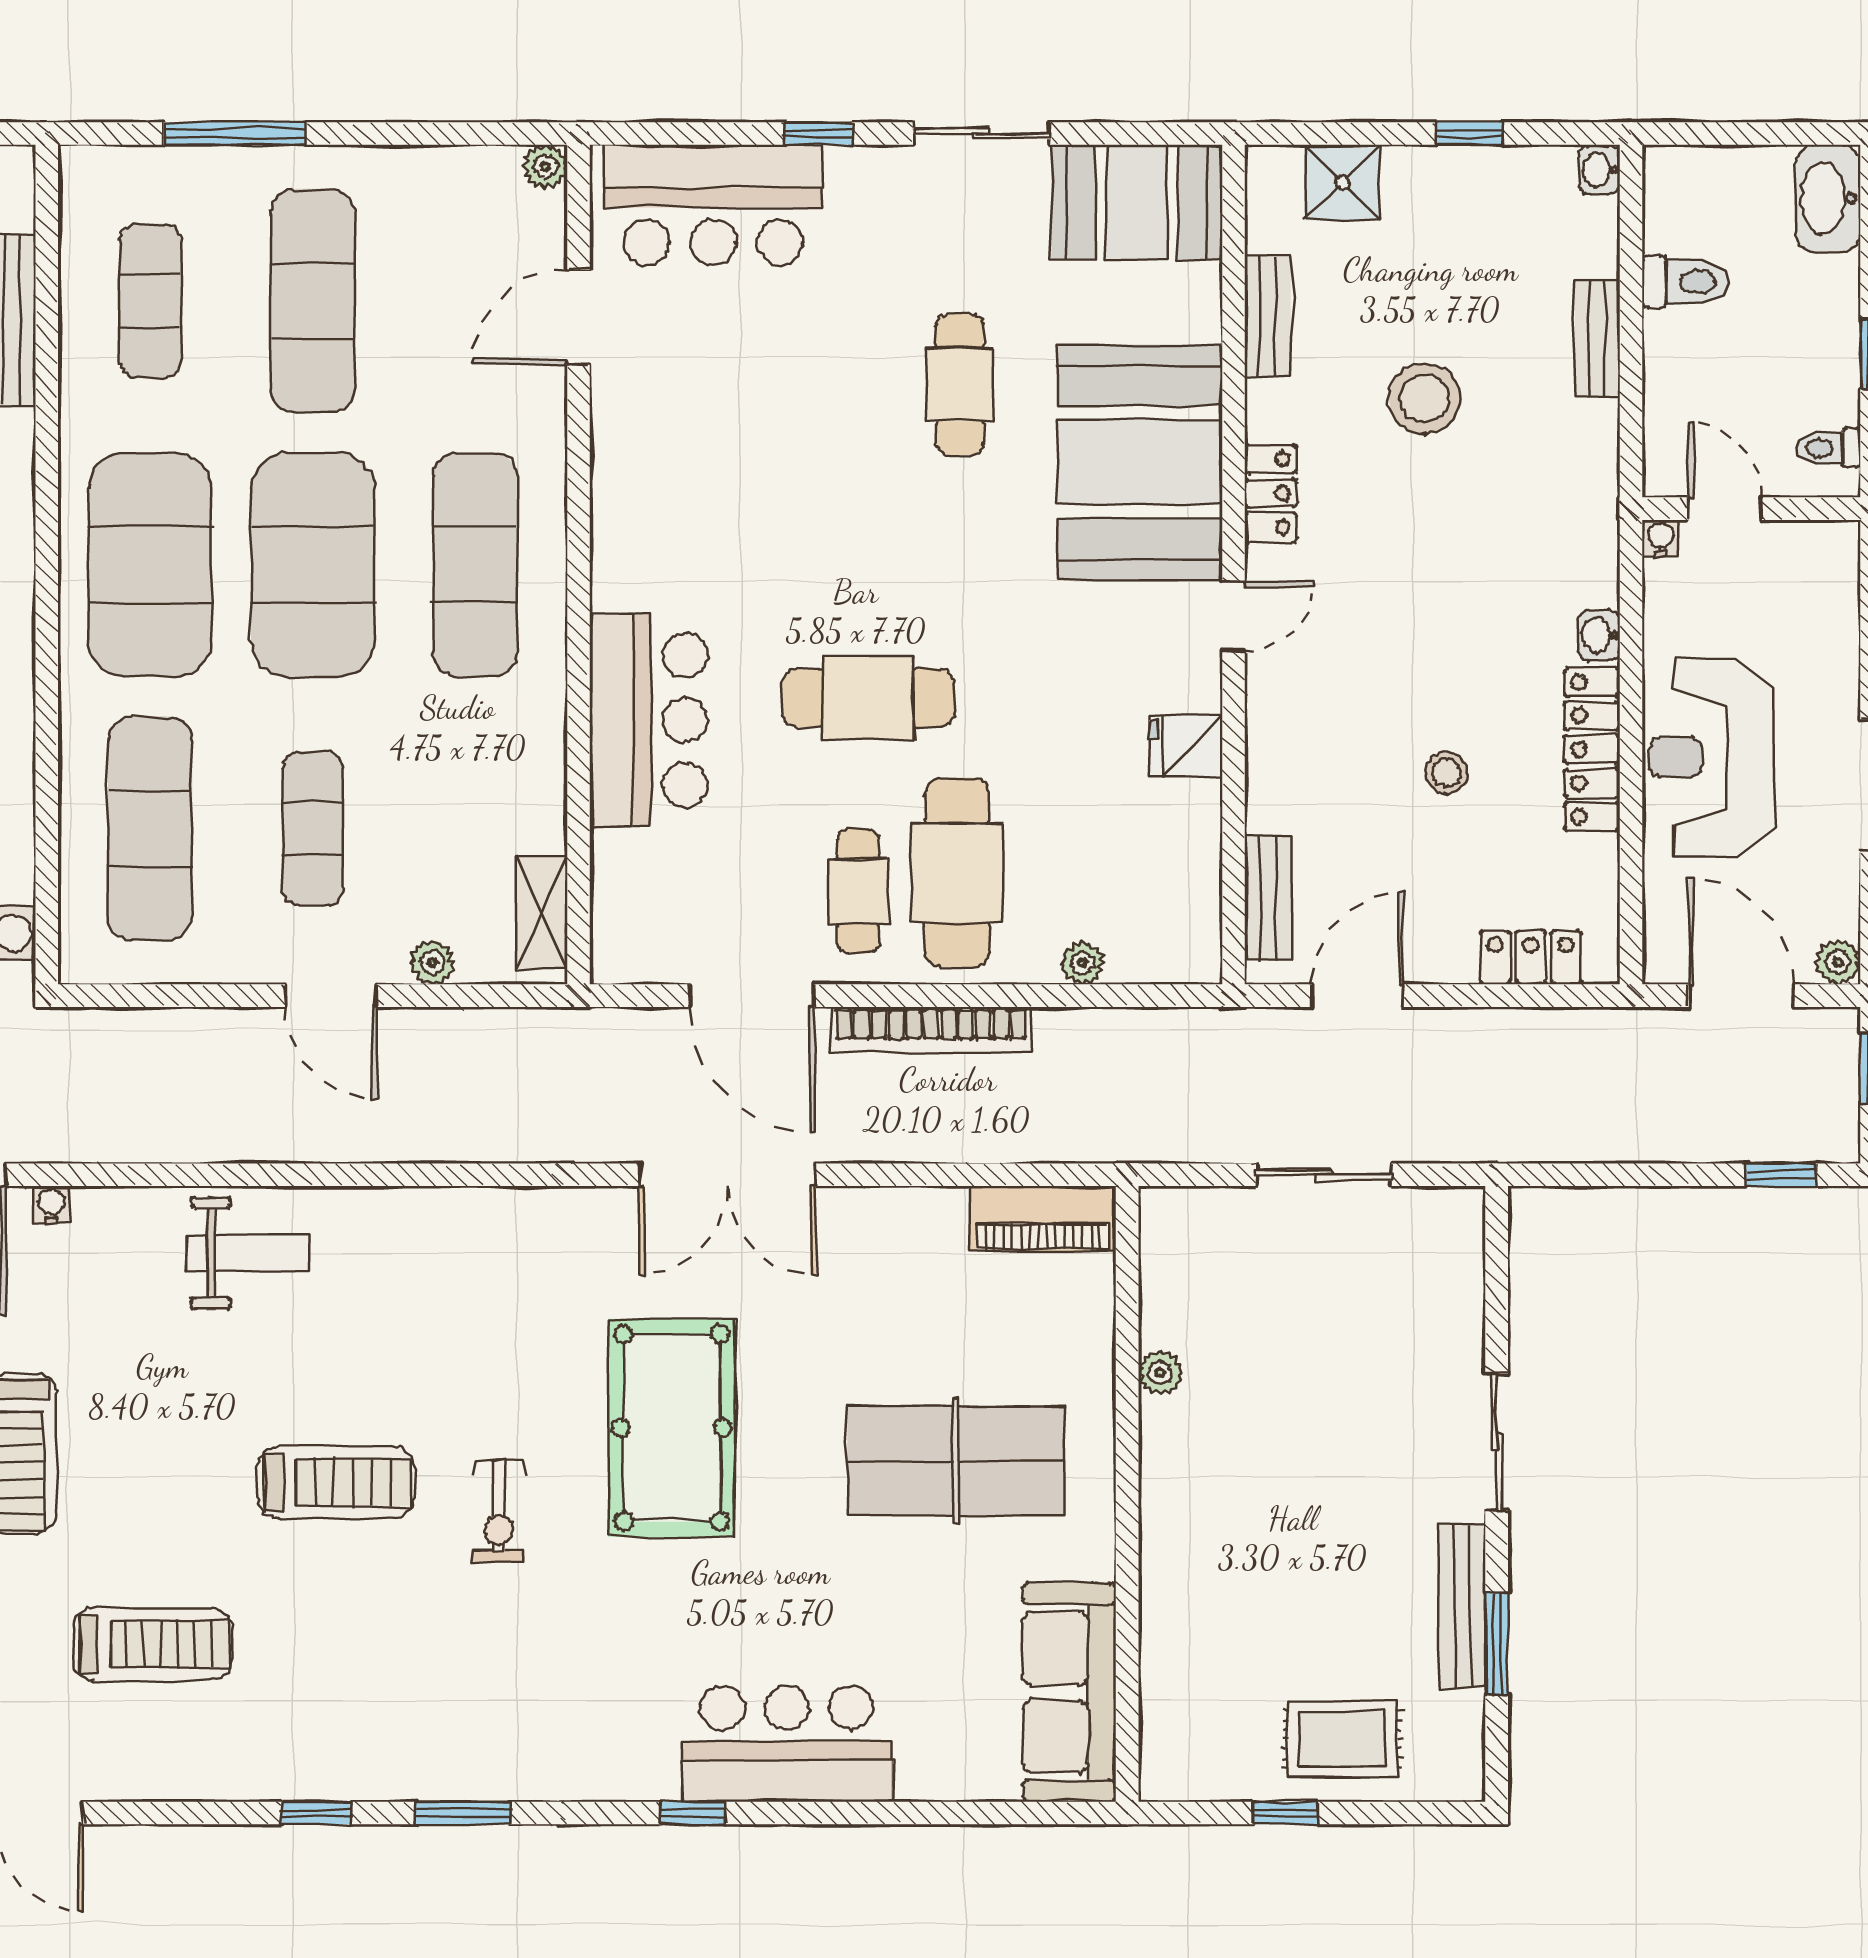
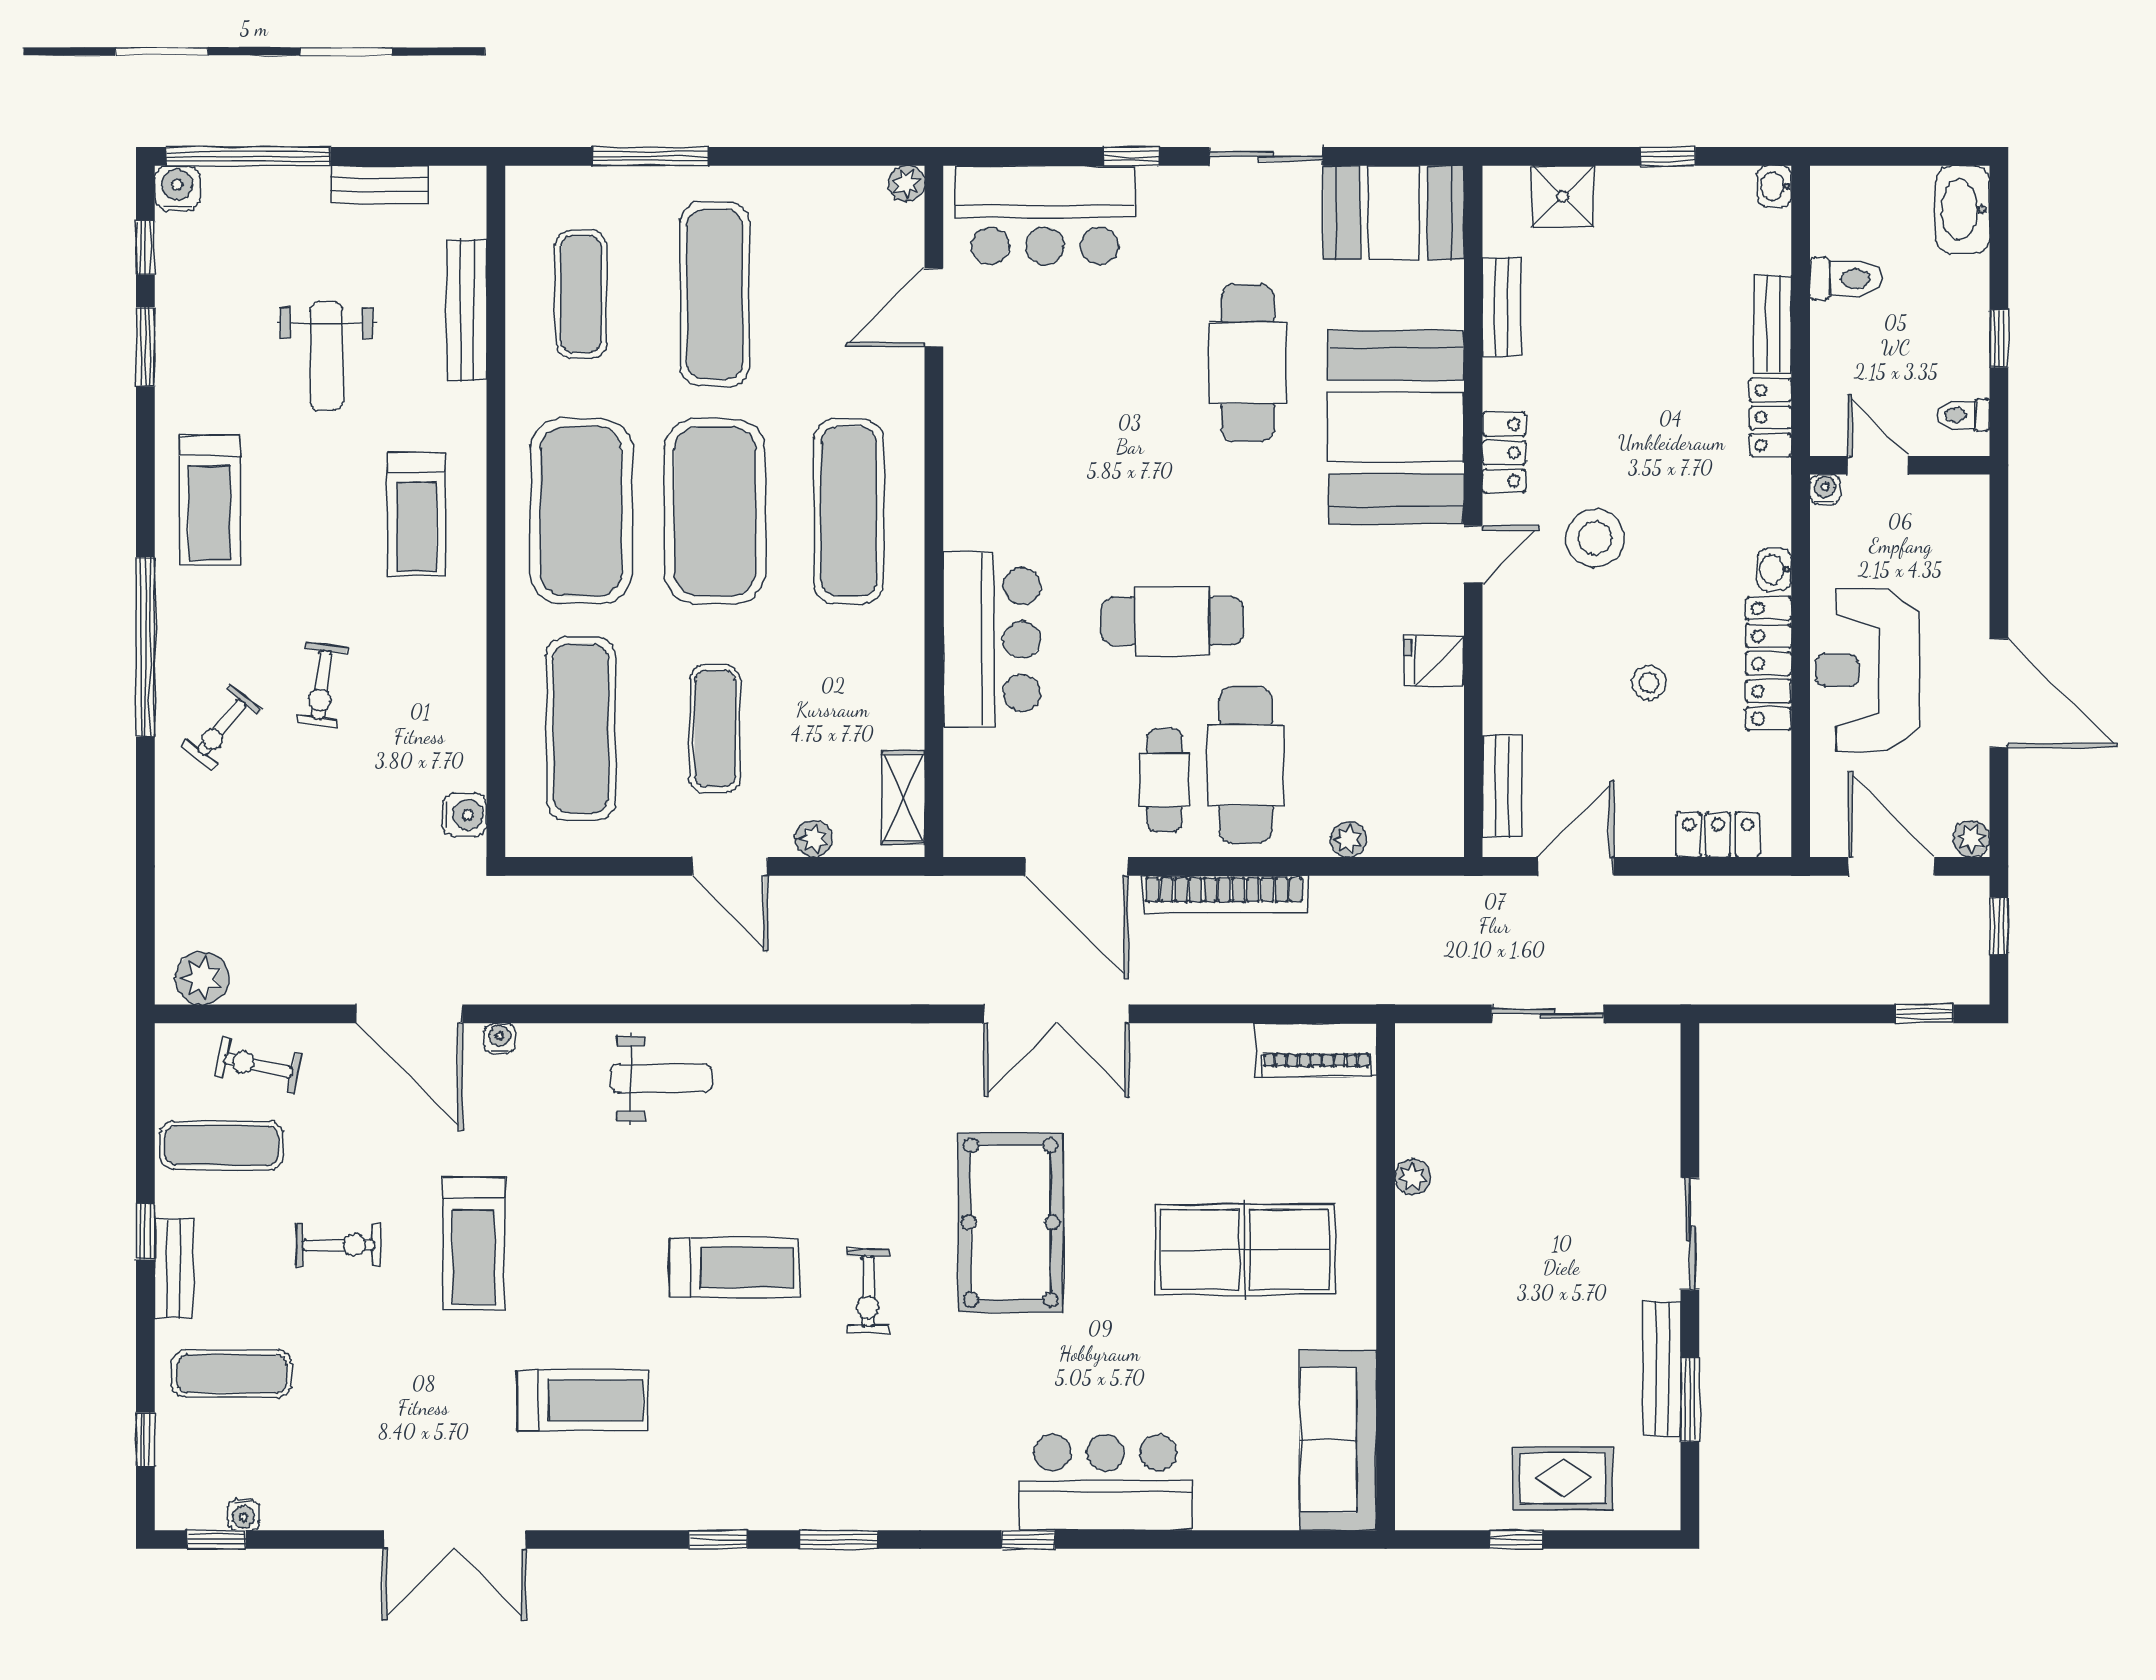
cafe table: (960, 384) -> (1248, 363), width x1.37, depth x1.35
stool: (1425, 399) -> (1595, 538), moved
locker: (1594, 451) -> (1771, 418), added

